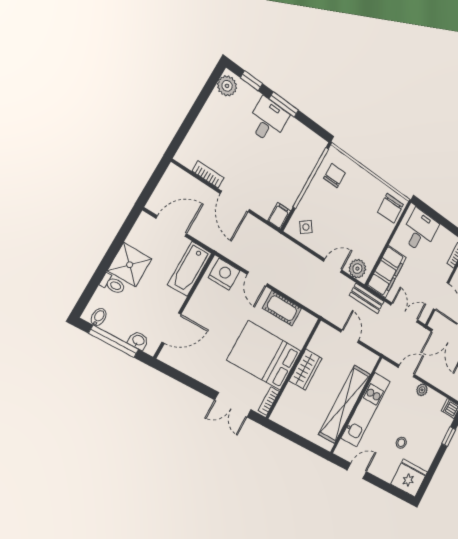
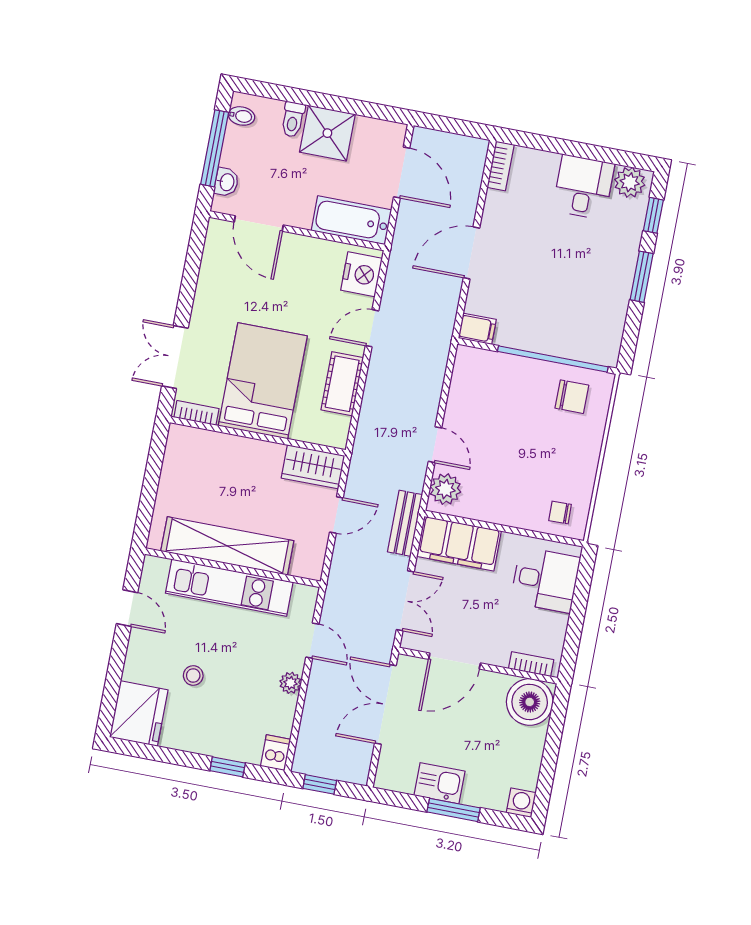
desk: (268, 120) -> (583, 187), moved, turned -90
bookcase: (208, 174) -> (501, 166), moved
chair: (390, 208) -> (560, 512), width x0.54, depth x0.54
side table: (306, 227) -> (477, 378), removed
wardrobe: (305, 370) -> (313, 467), moved

